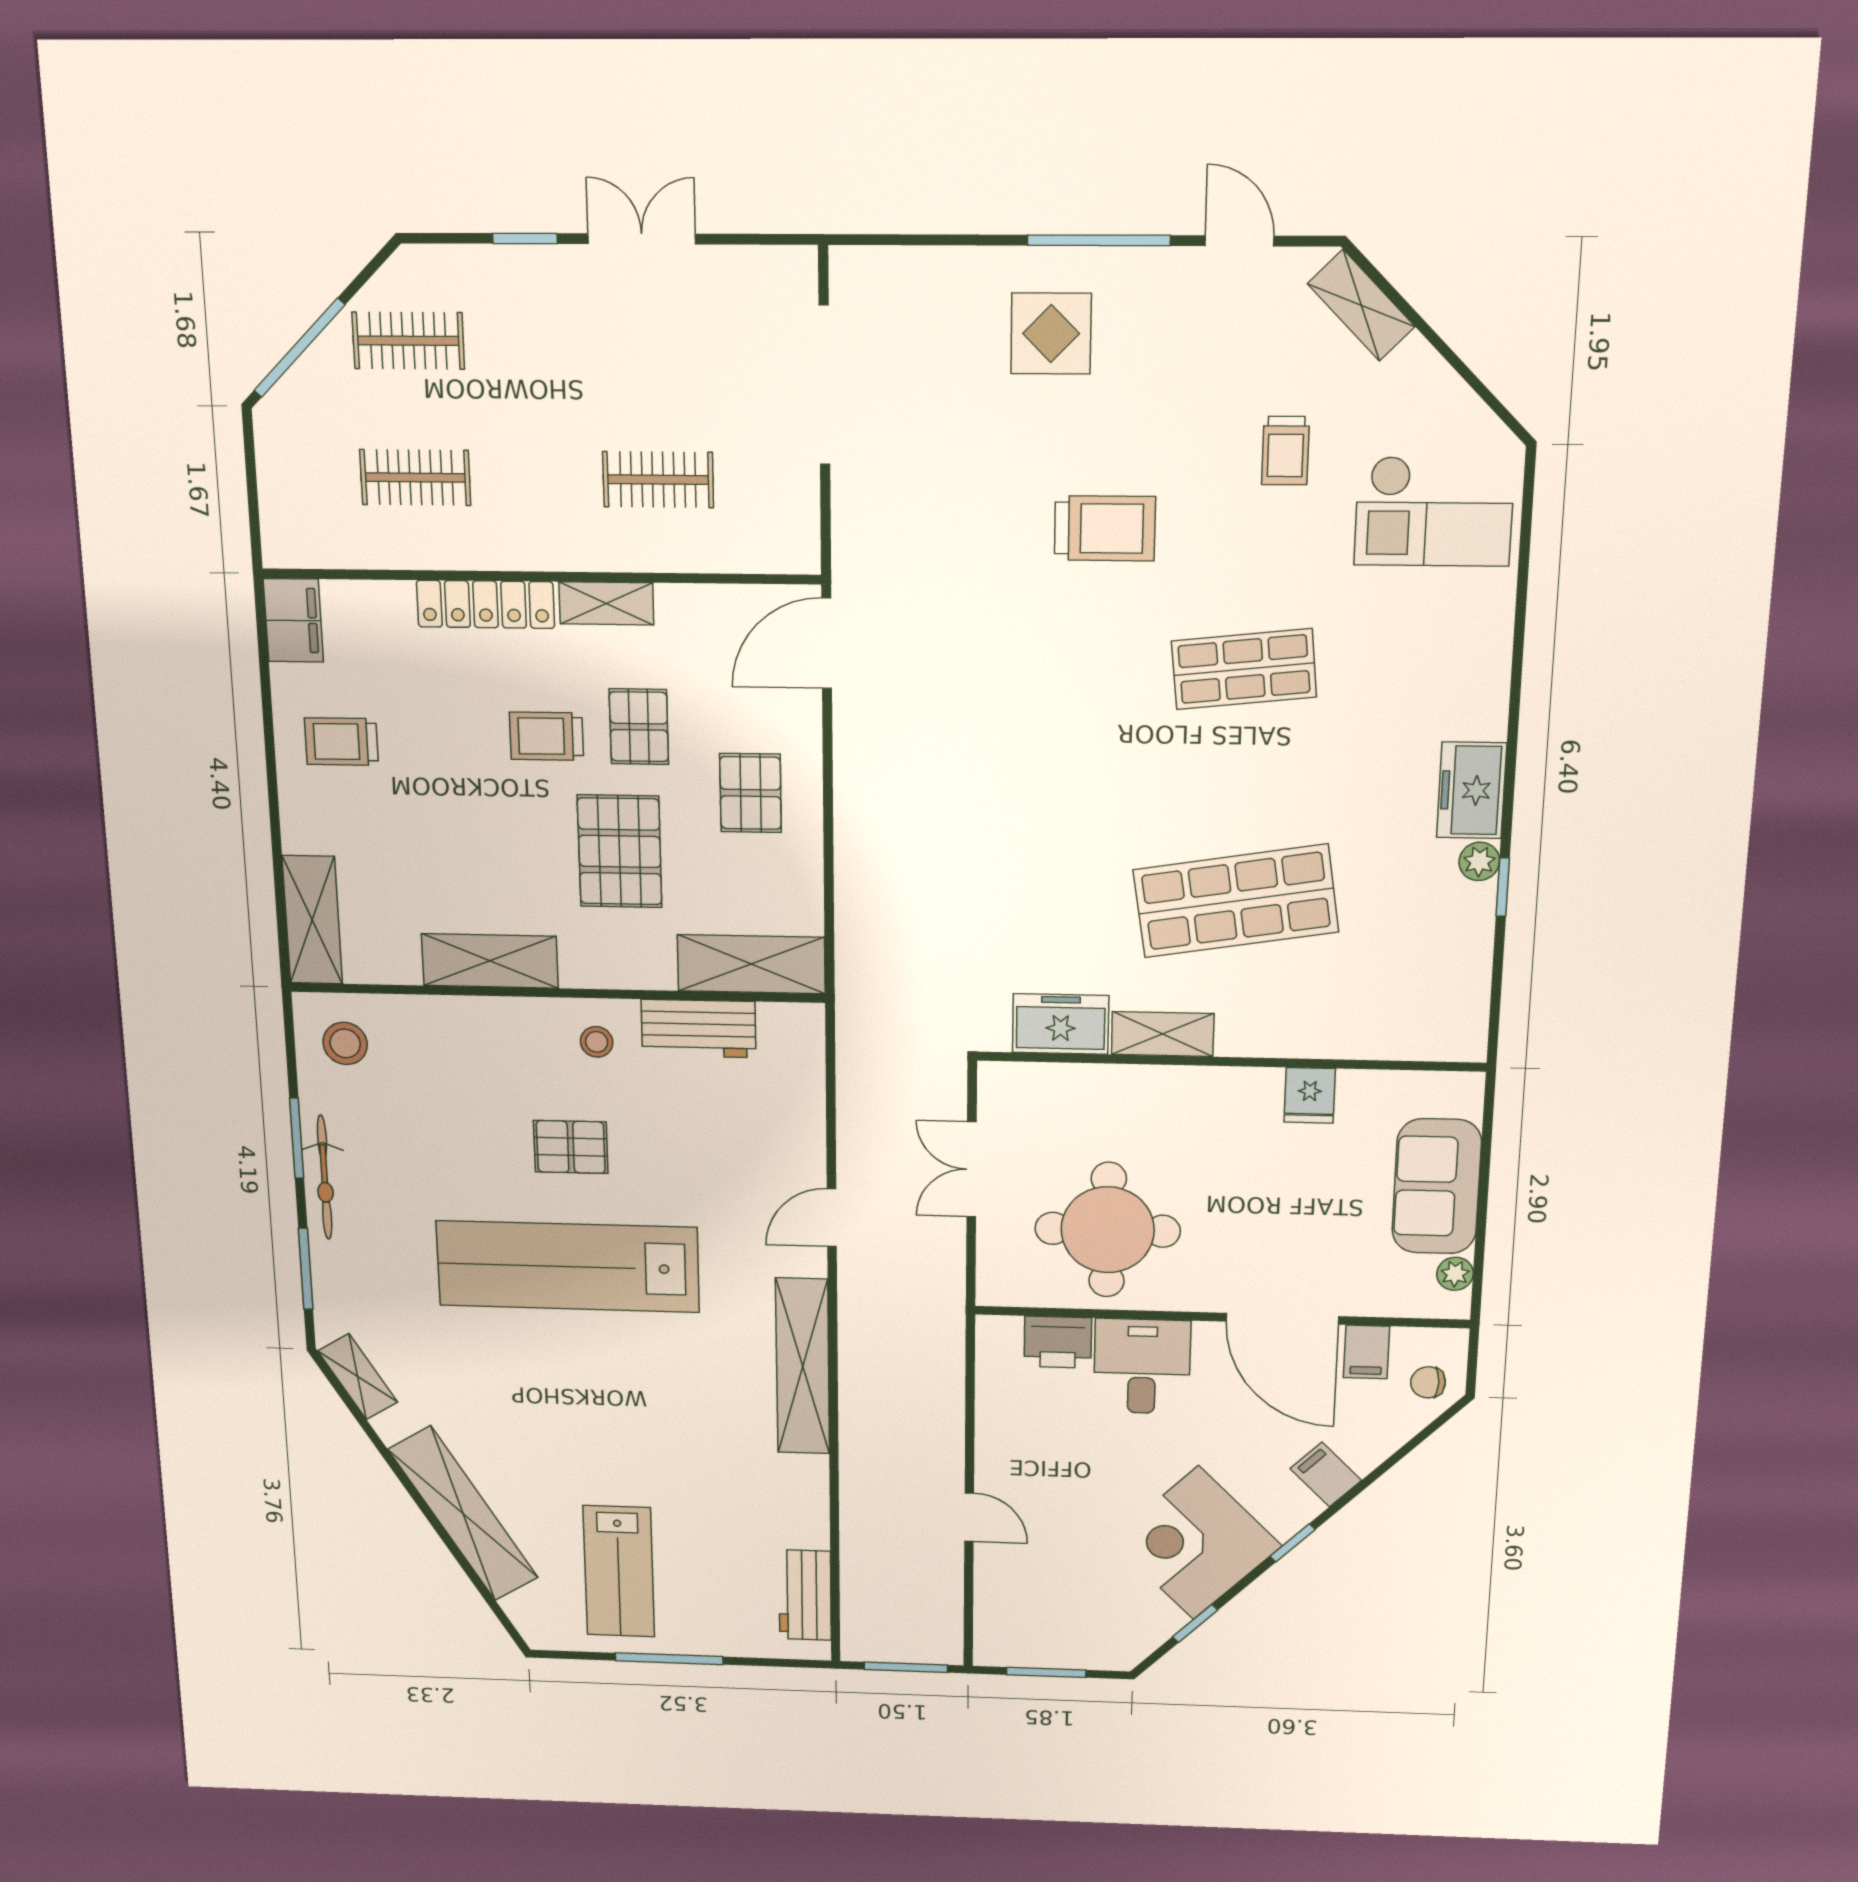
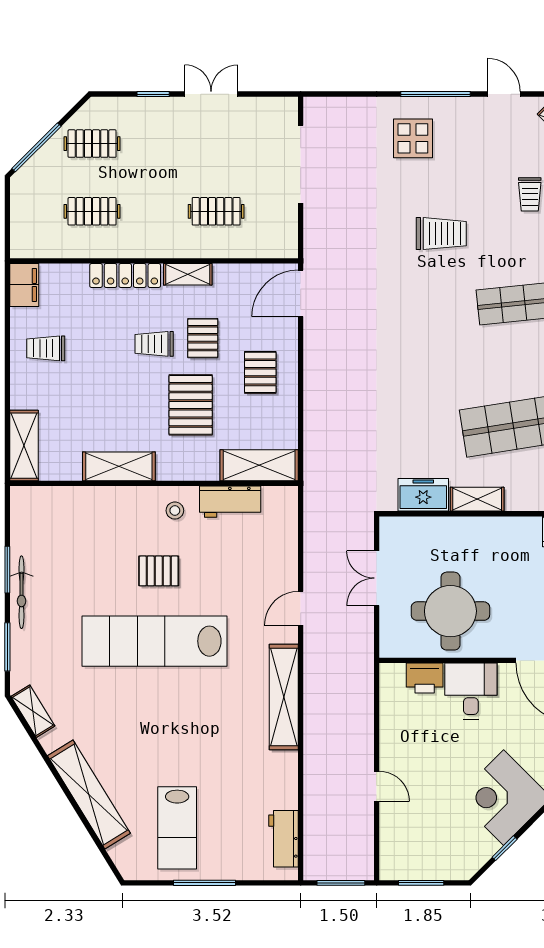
stool: (345, 1043) -> (38, 515), removed

